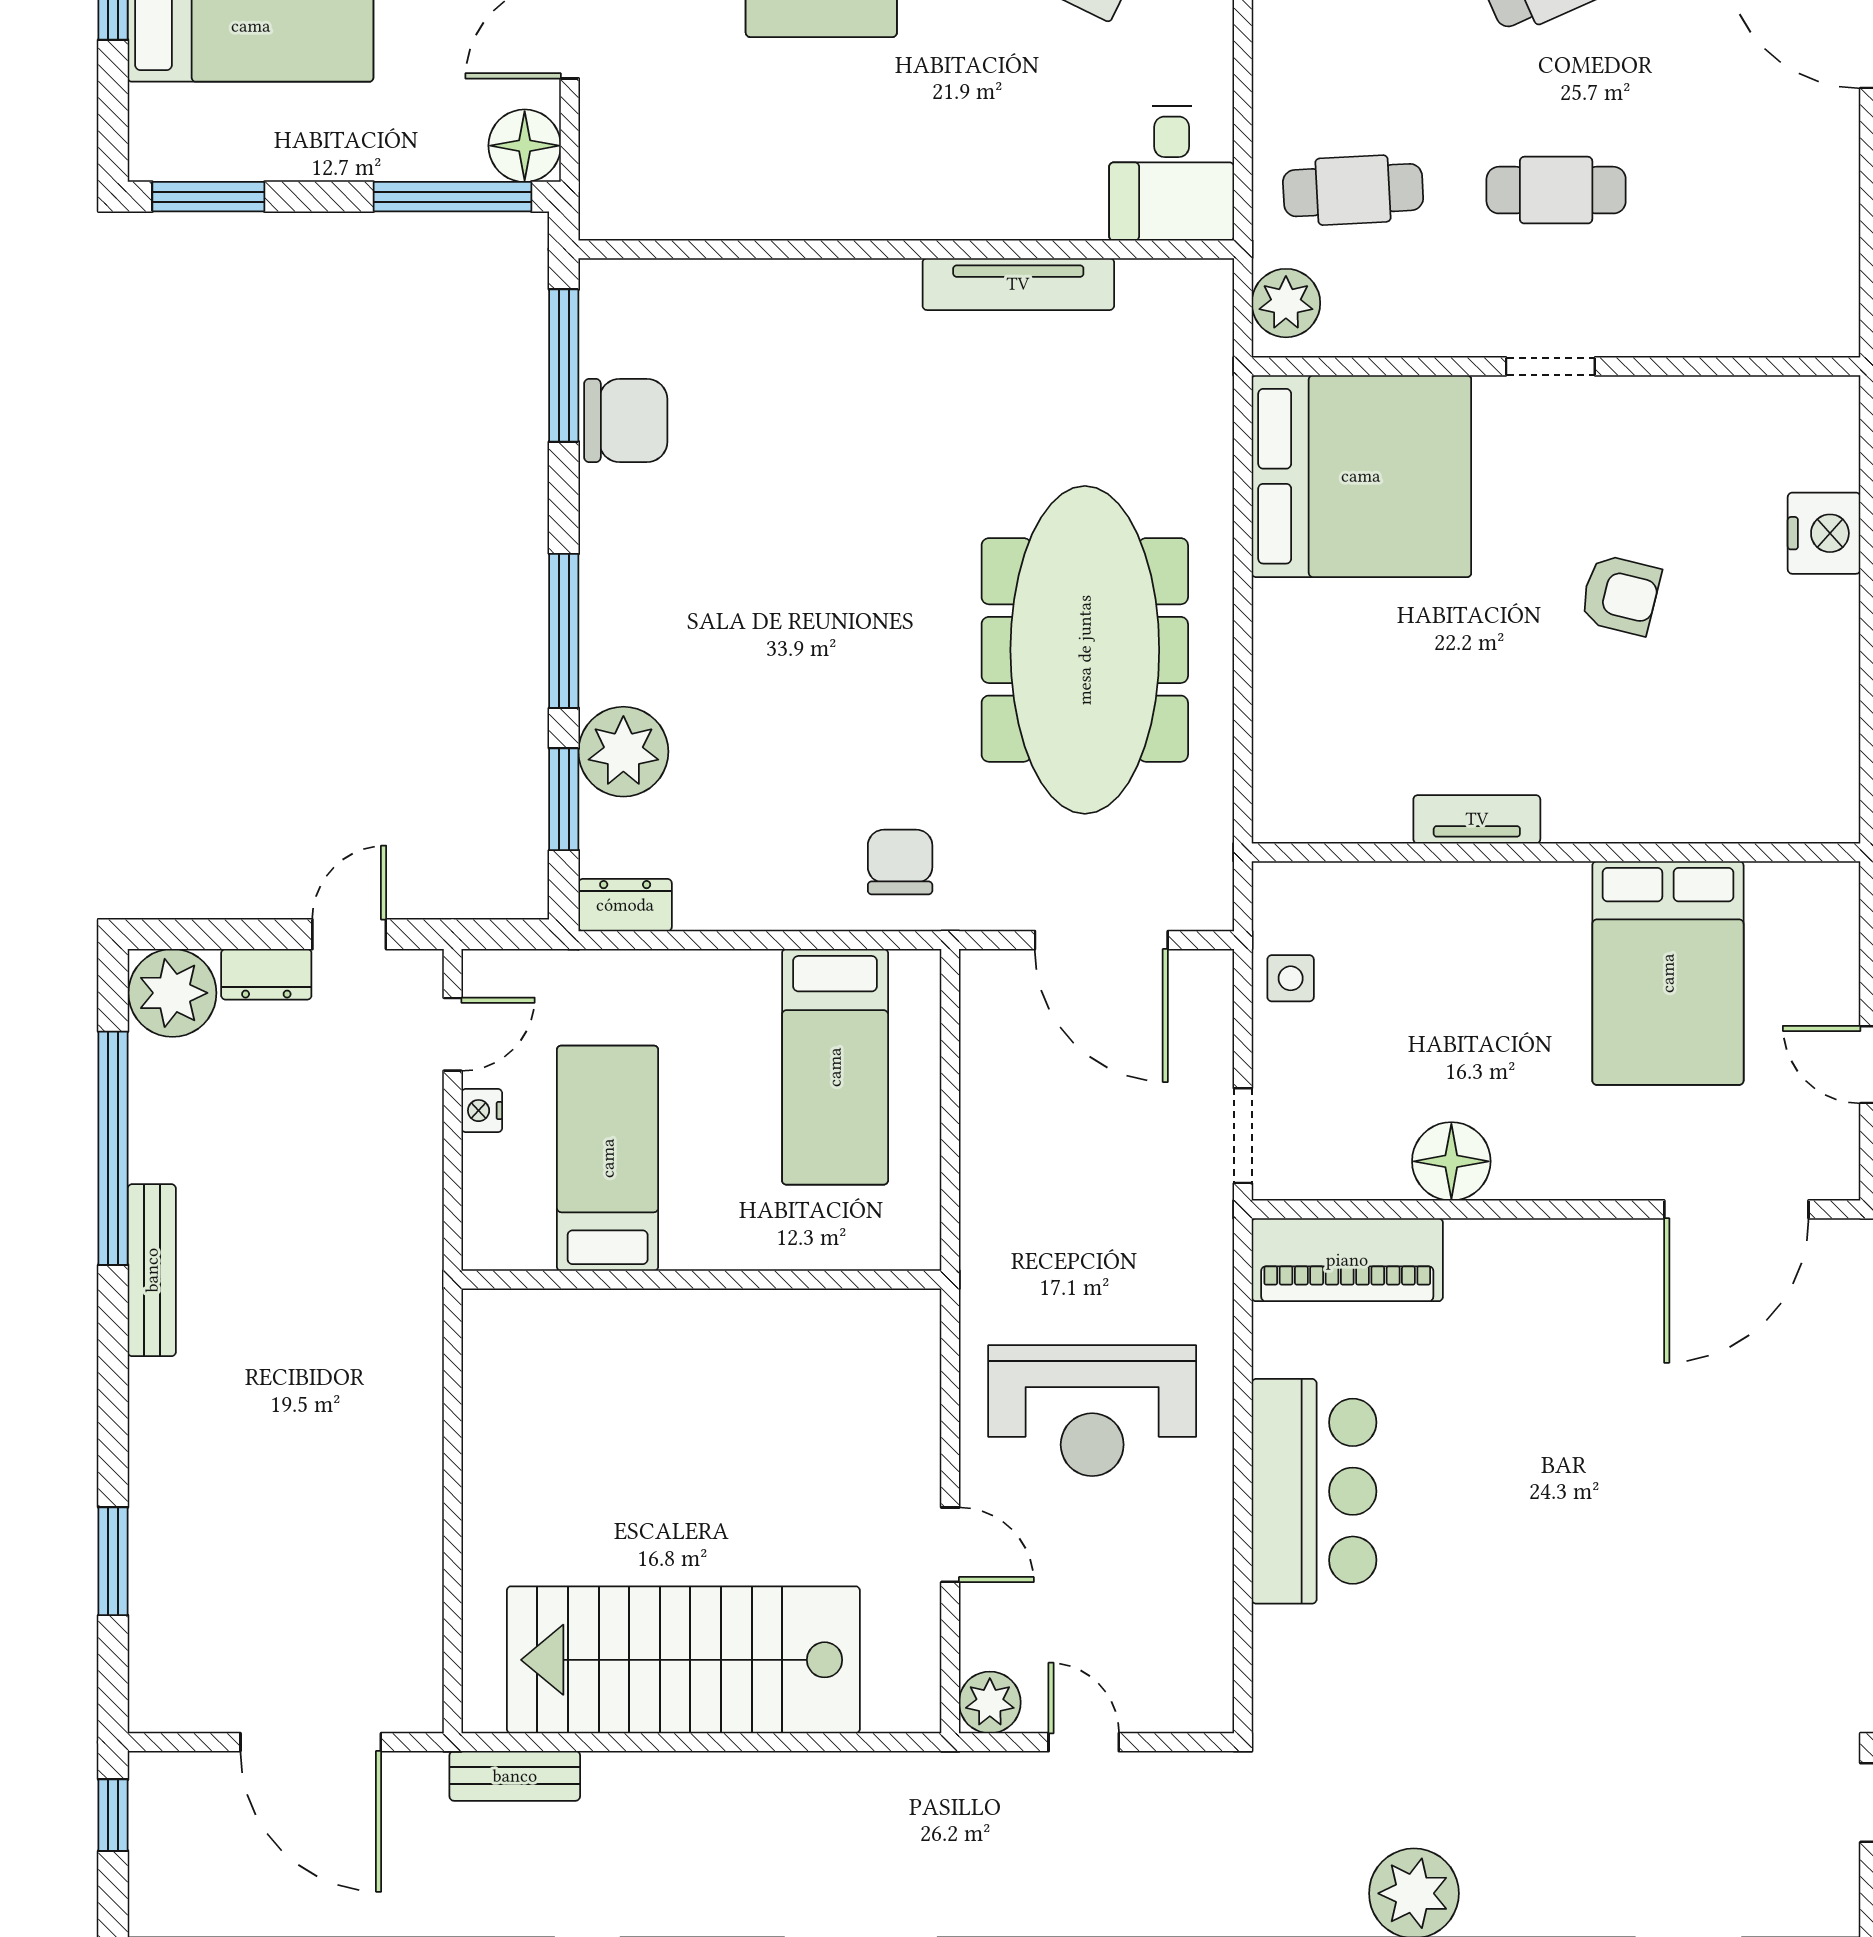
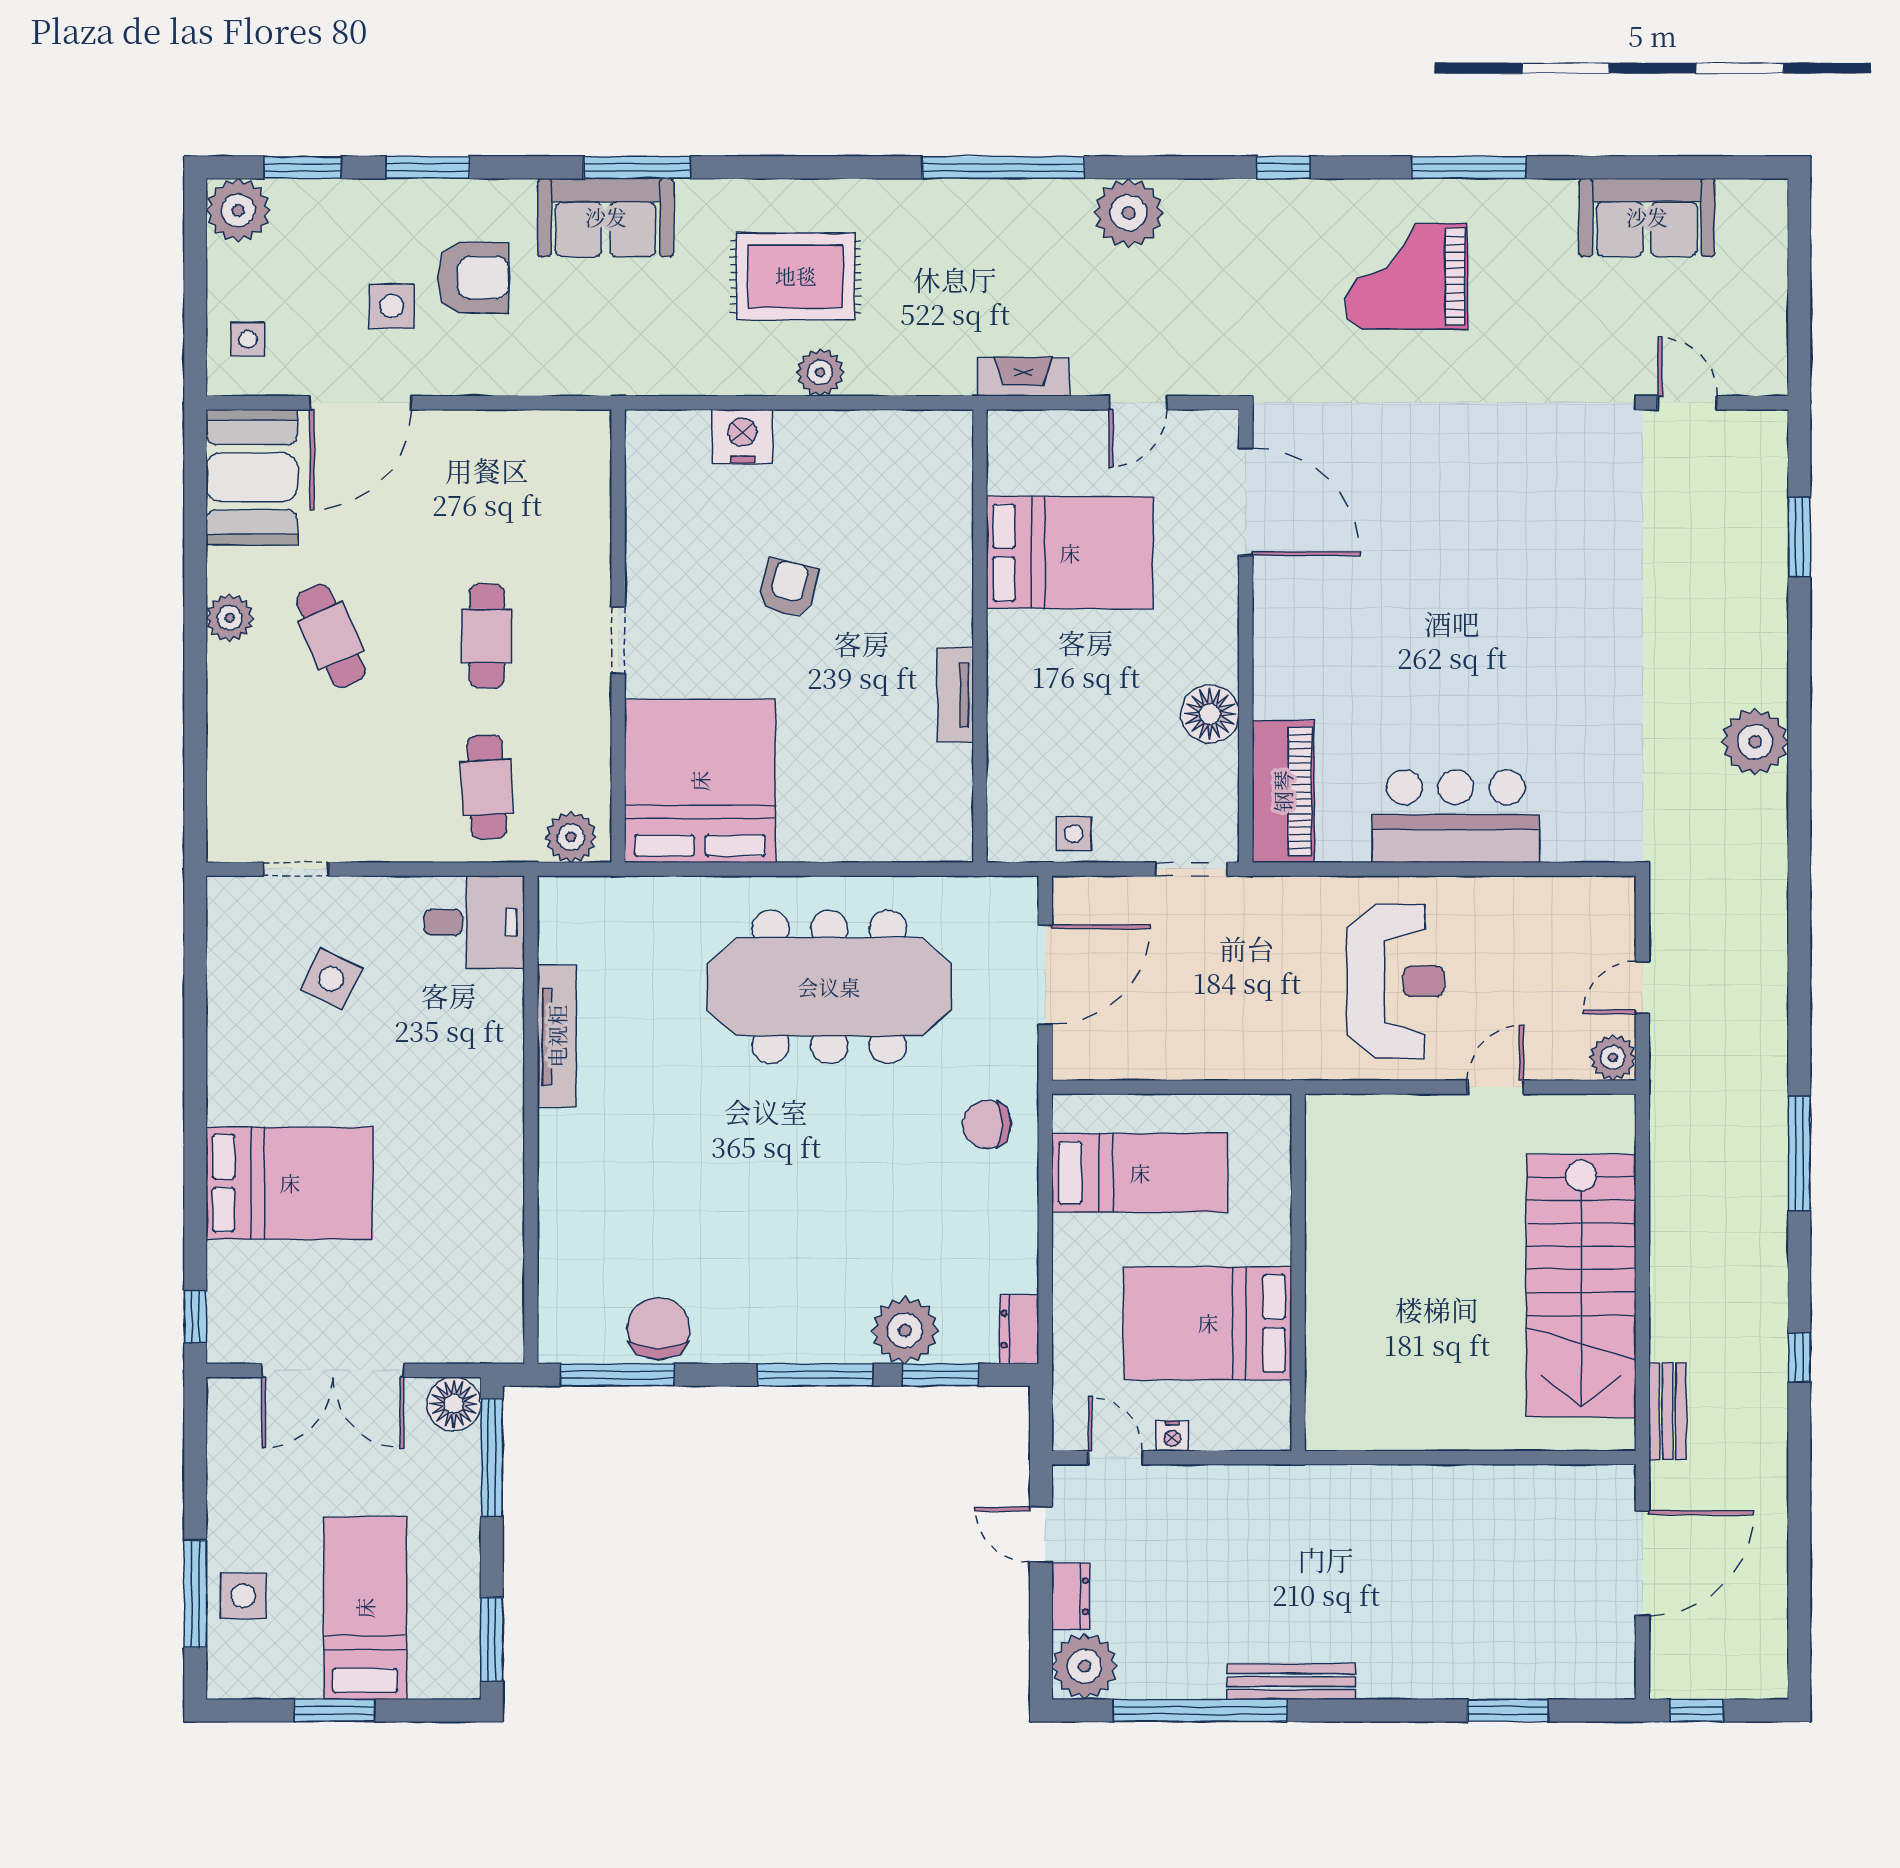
bed: (608, 1158) -> (1208, 1323), width x1.50

